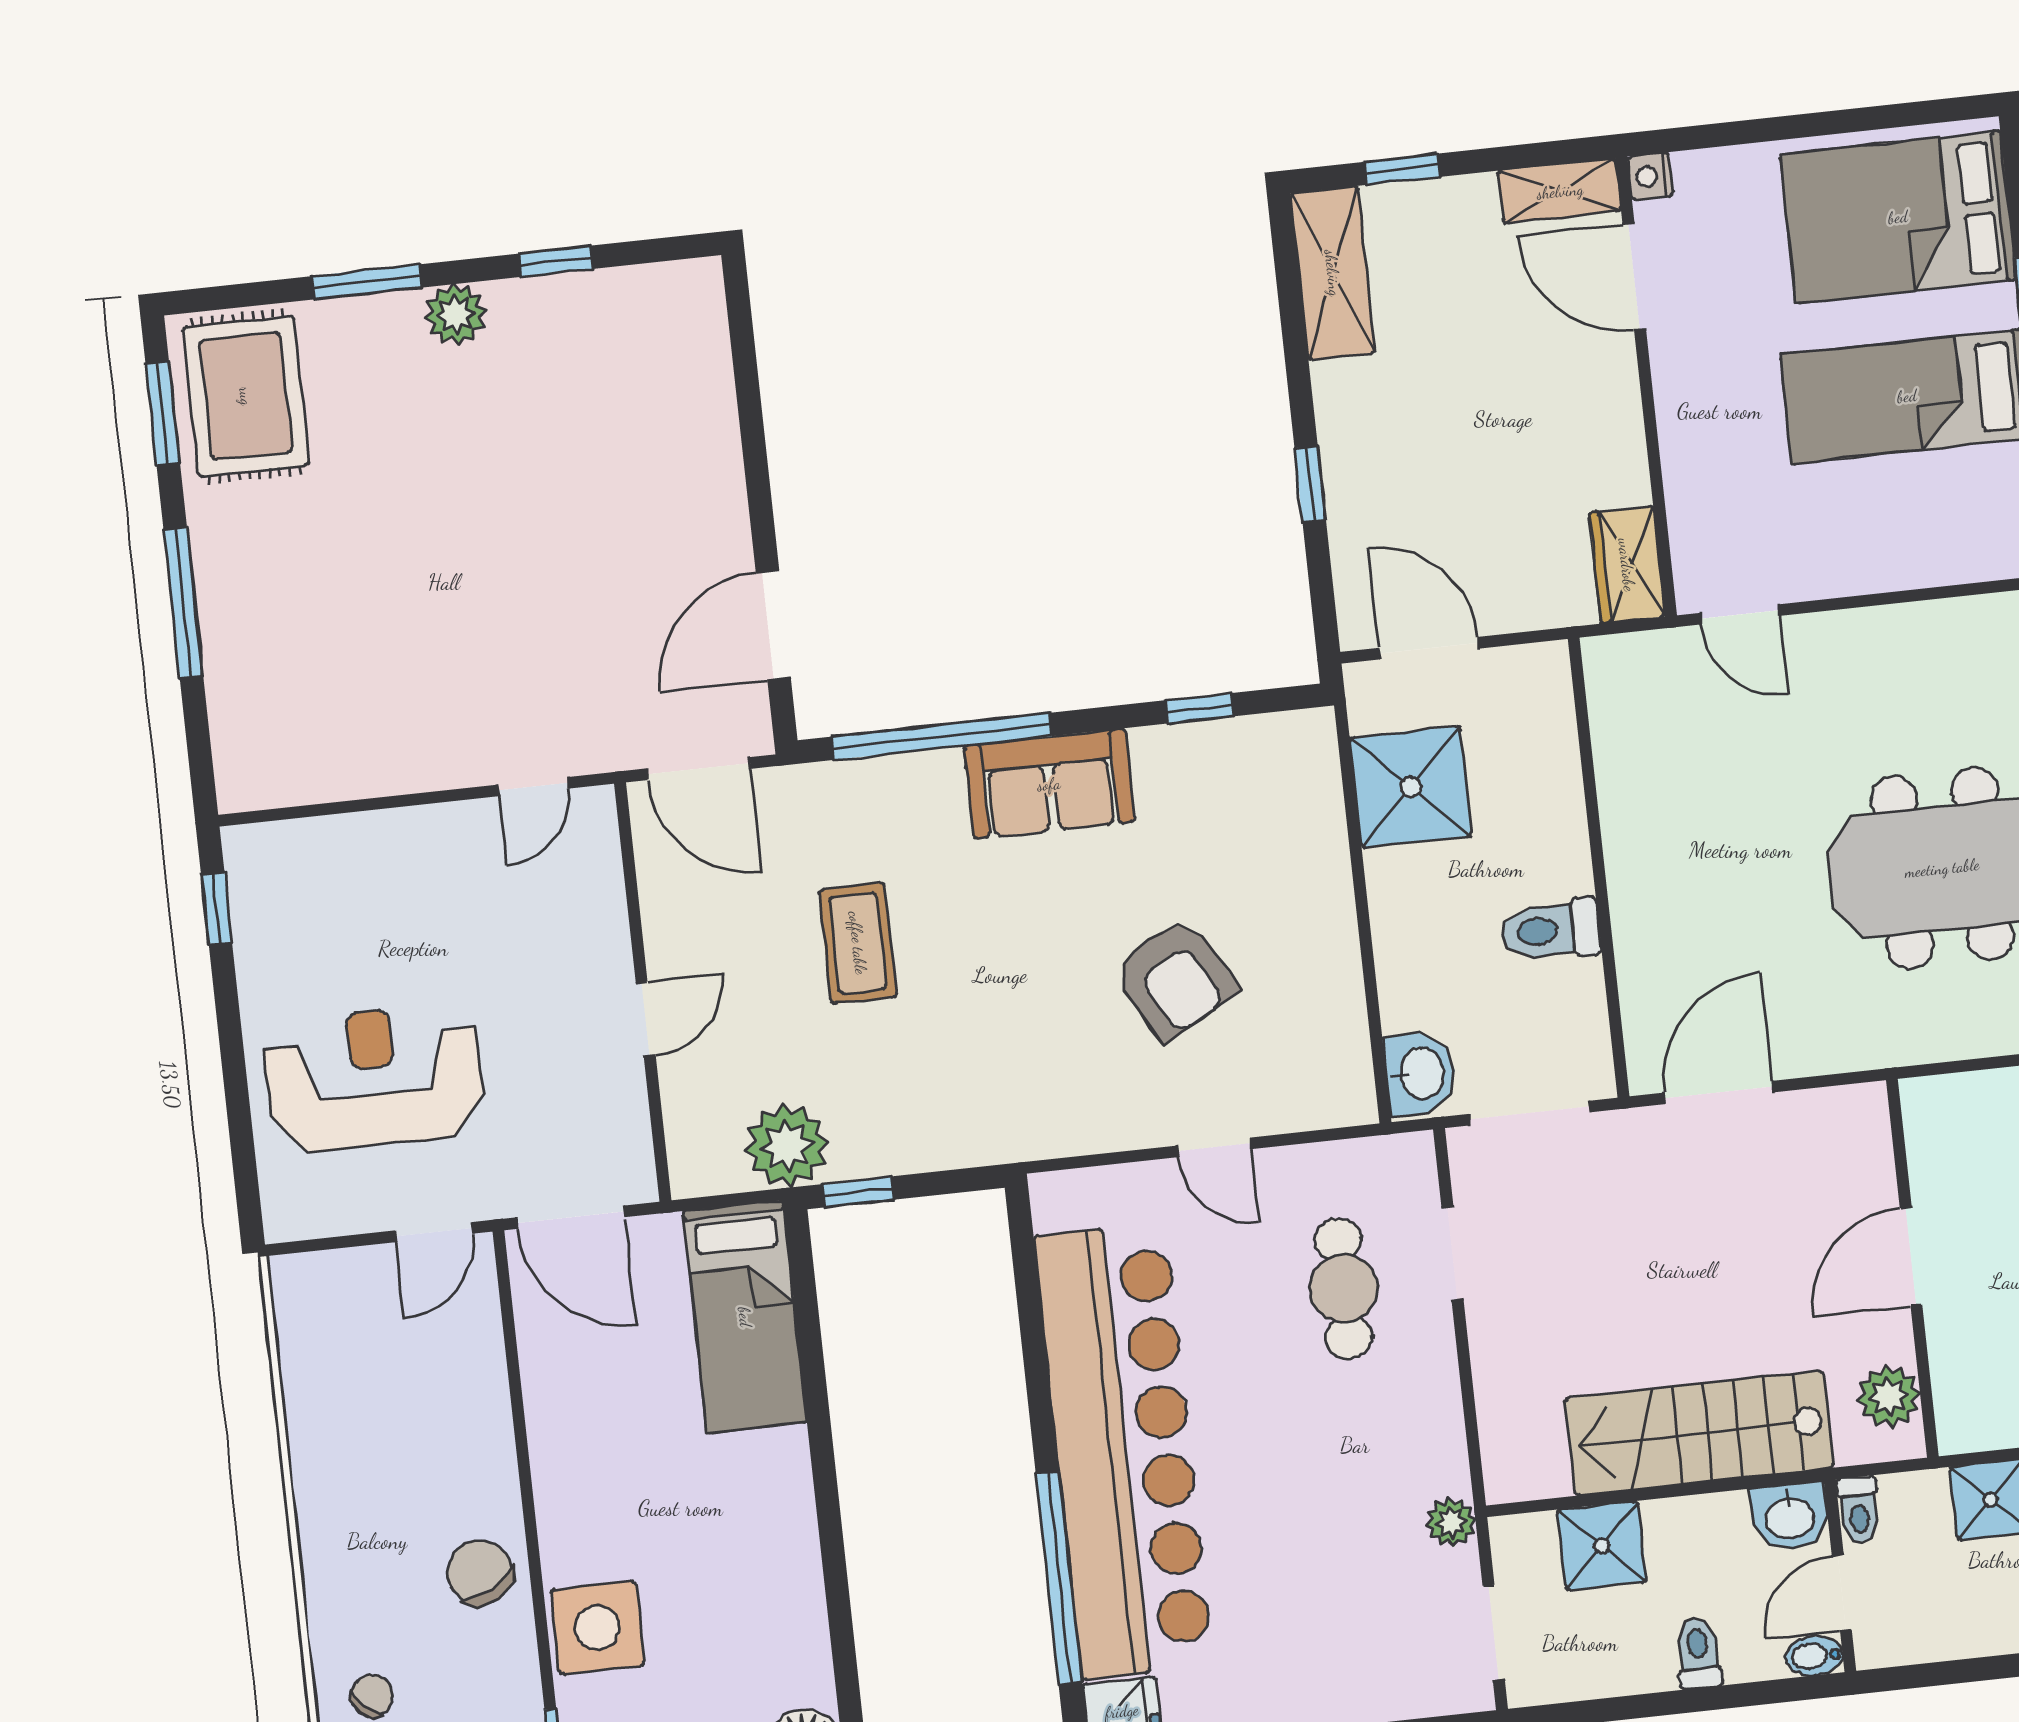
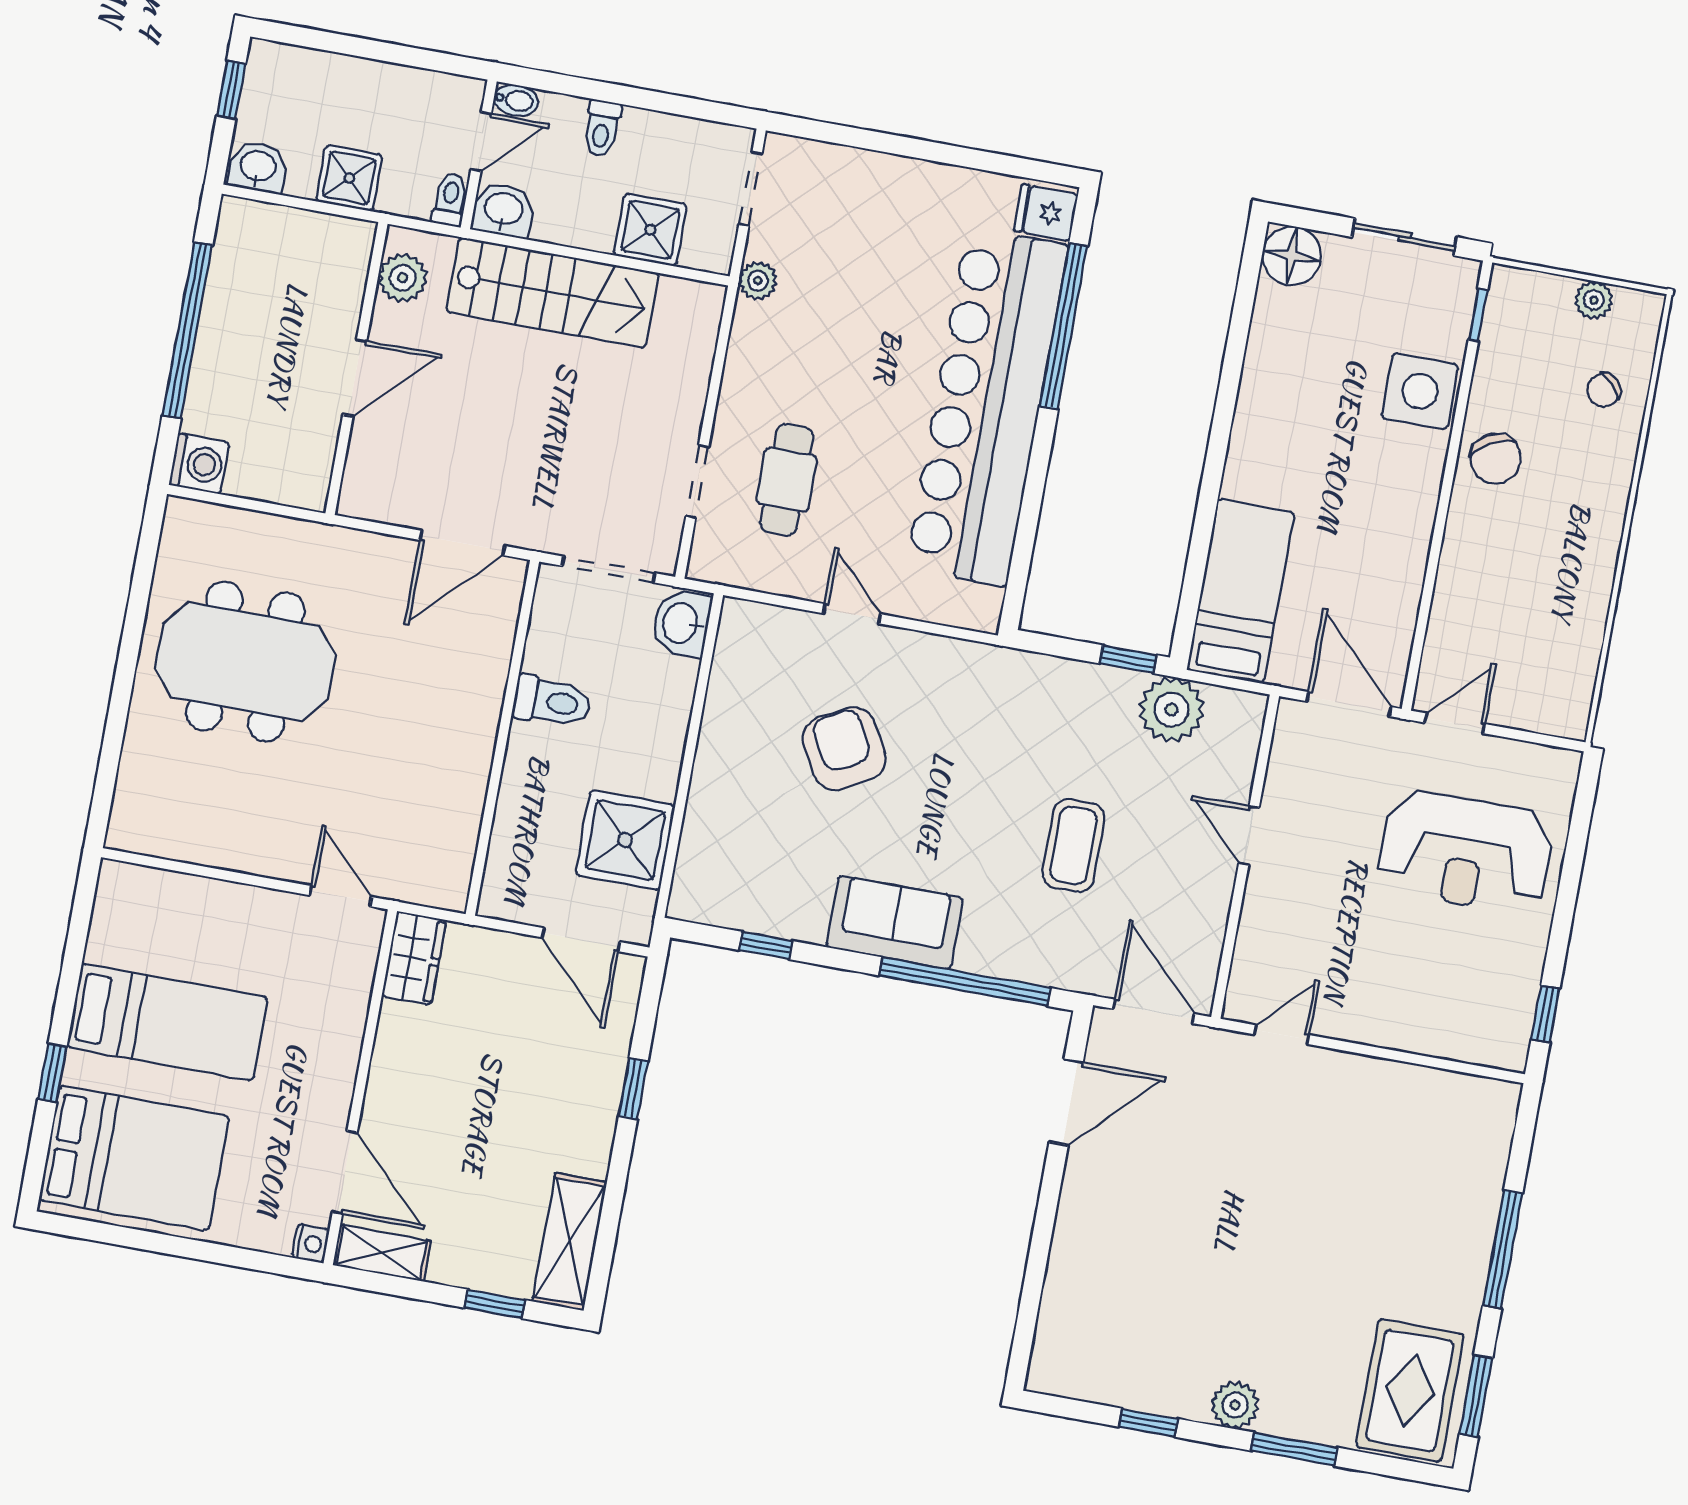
door: (646, 1019) -> (1249, 836), hinge flipped

